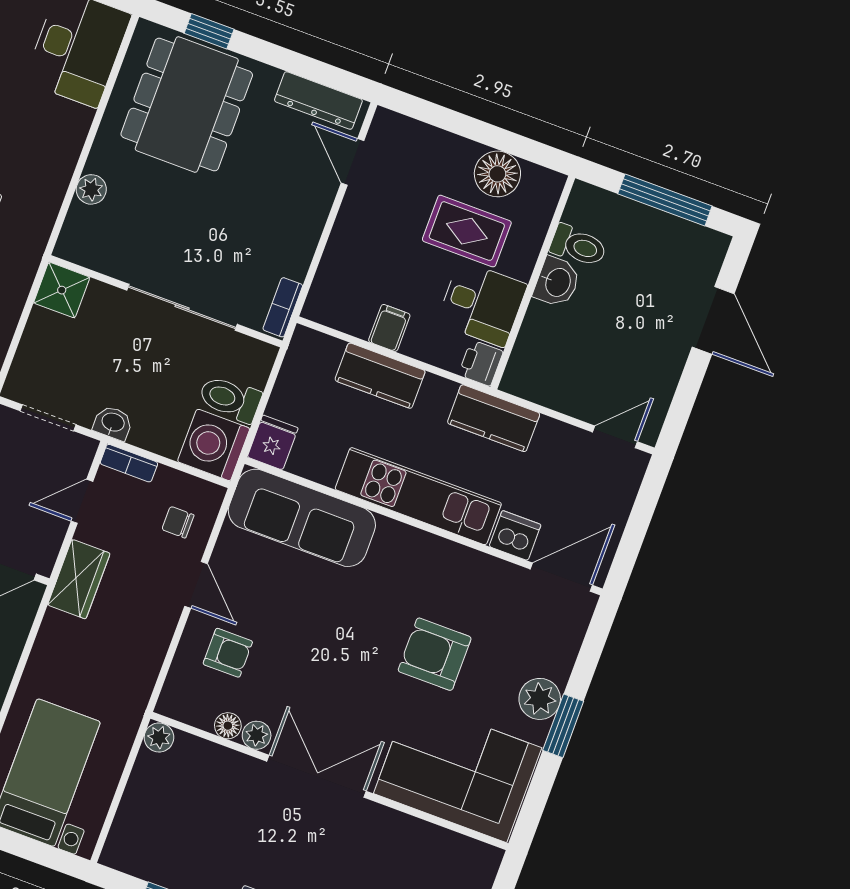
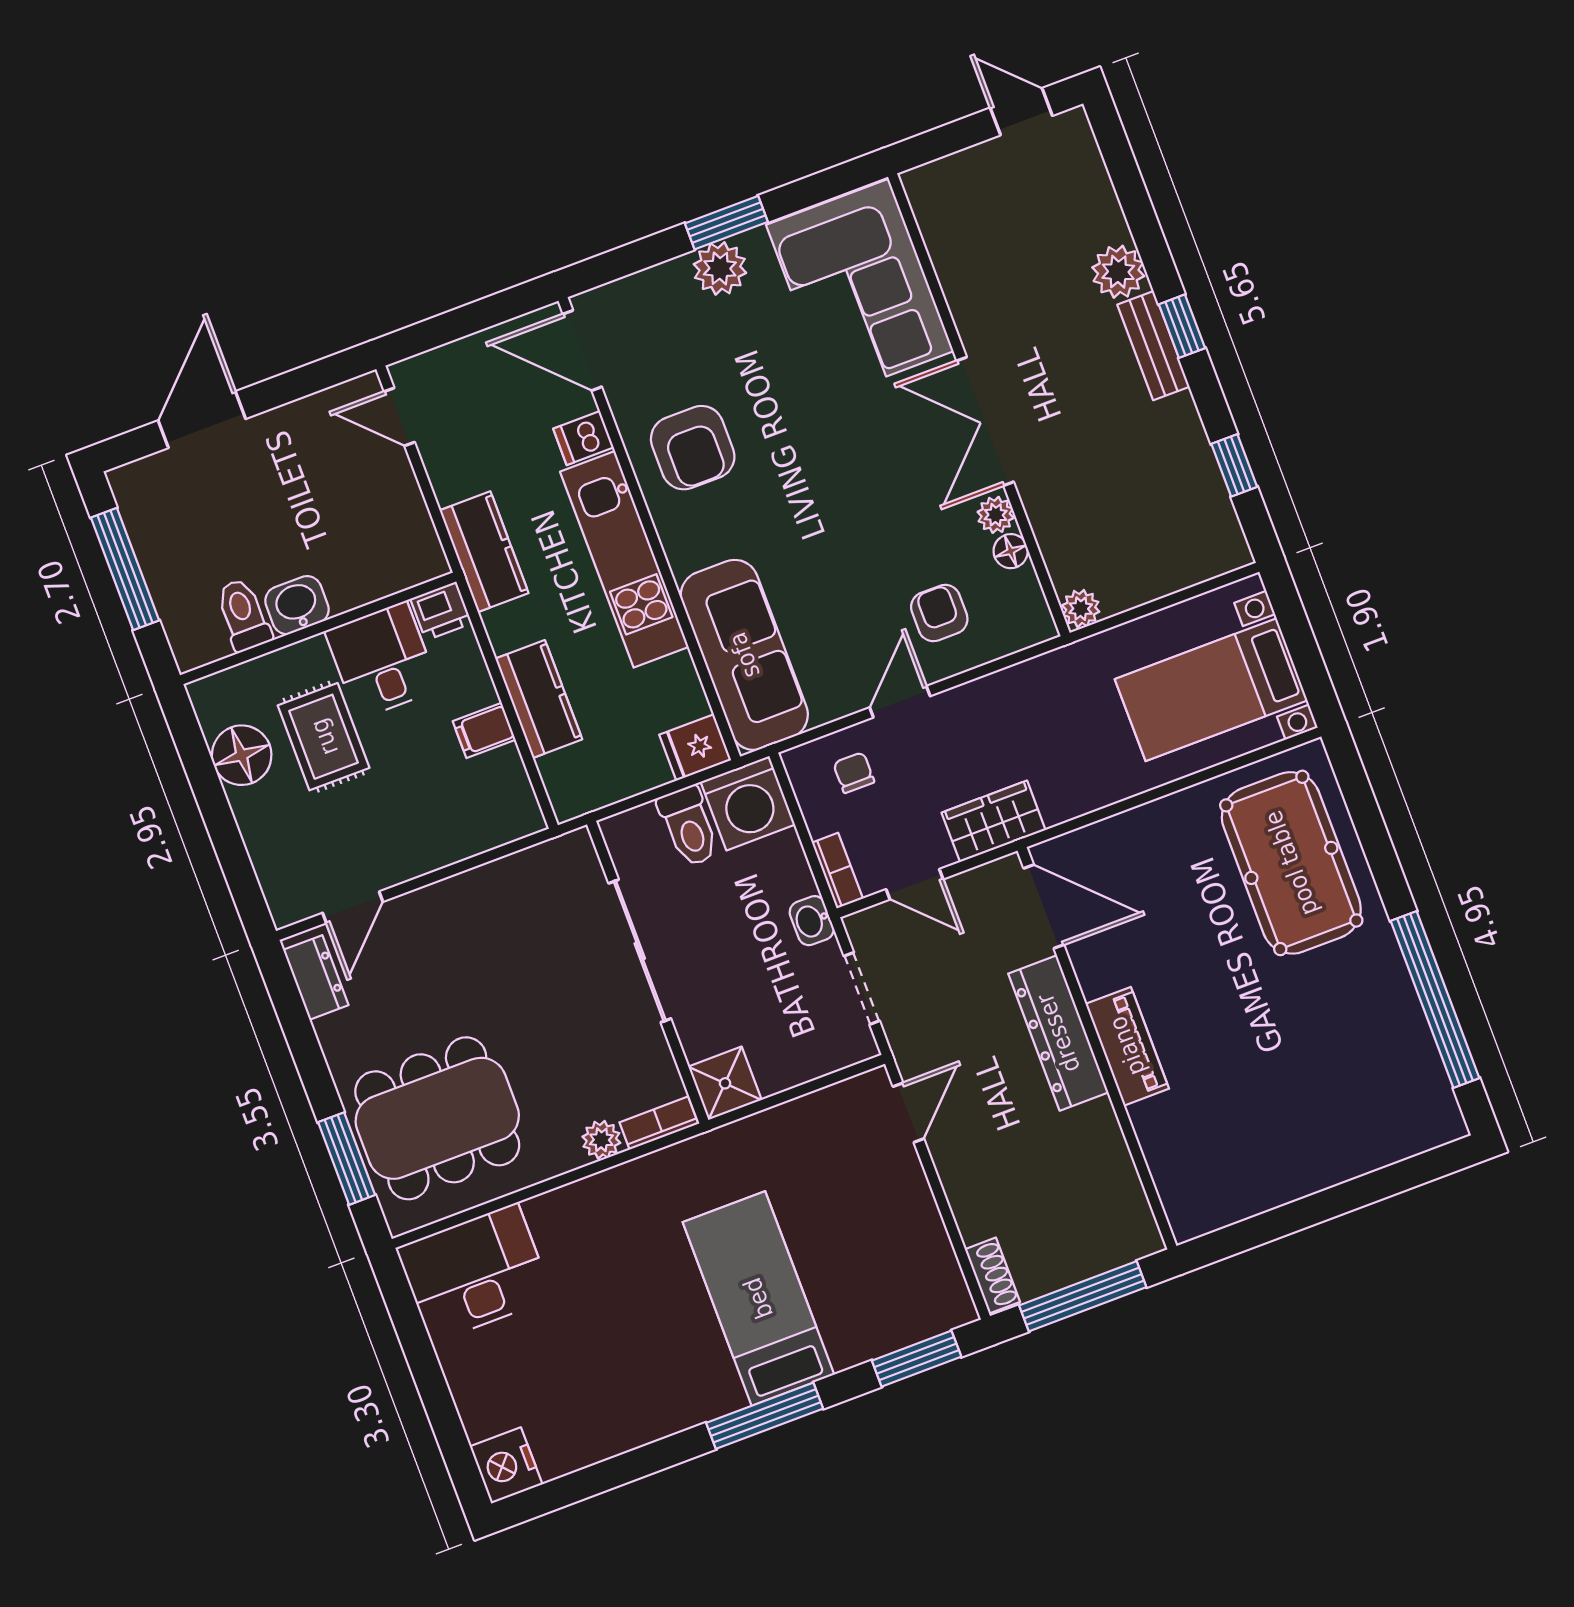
window: (209, 31) -> (347, 1159), width x1.50
dresser: (318, 100) -> (316, 977), width x0.70
bookcase: (283, 307) -> (659, 1123), moved, turned 180
chair: (178, 522) -> (854, 773), turned 180
dishwasher: (515, 536) -> (583, 438), width x0.73
armchair: (435, 654) -> (693, 448), moved

